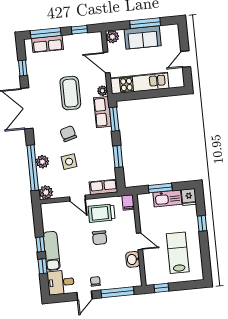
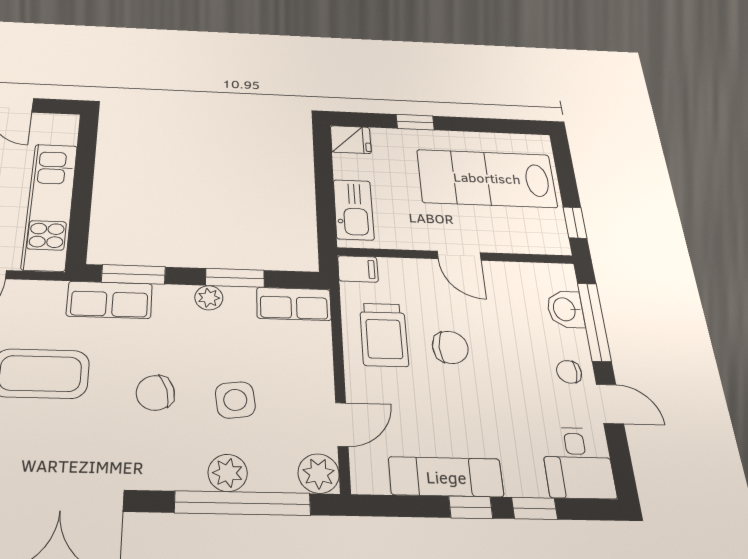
plant: (102, 91) -> (209, 298), moved
row of seats: (103, 187) -> (294, 304), moved, turned -90
window: (160, 188) -> (325, 195), removed
door: (77, 198) -> (342, 424), moved
kitchen sink: (167, 198) -> (354, 210), moved
door: (139, 241) -> (459, 256), swing flipped
exam couch: (52, 251) -> (446, 477), moved
lab bench: (178, 253) -> (487, 178), width x1.36, depth x1.39
washbasin: (133, 259) -> (565, 309), moved, turned 90

